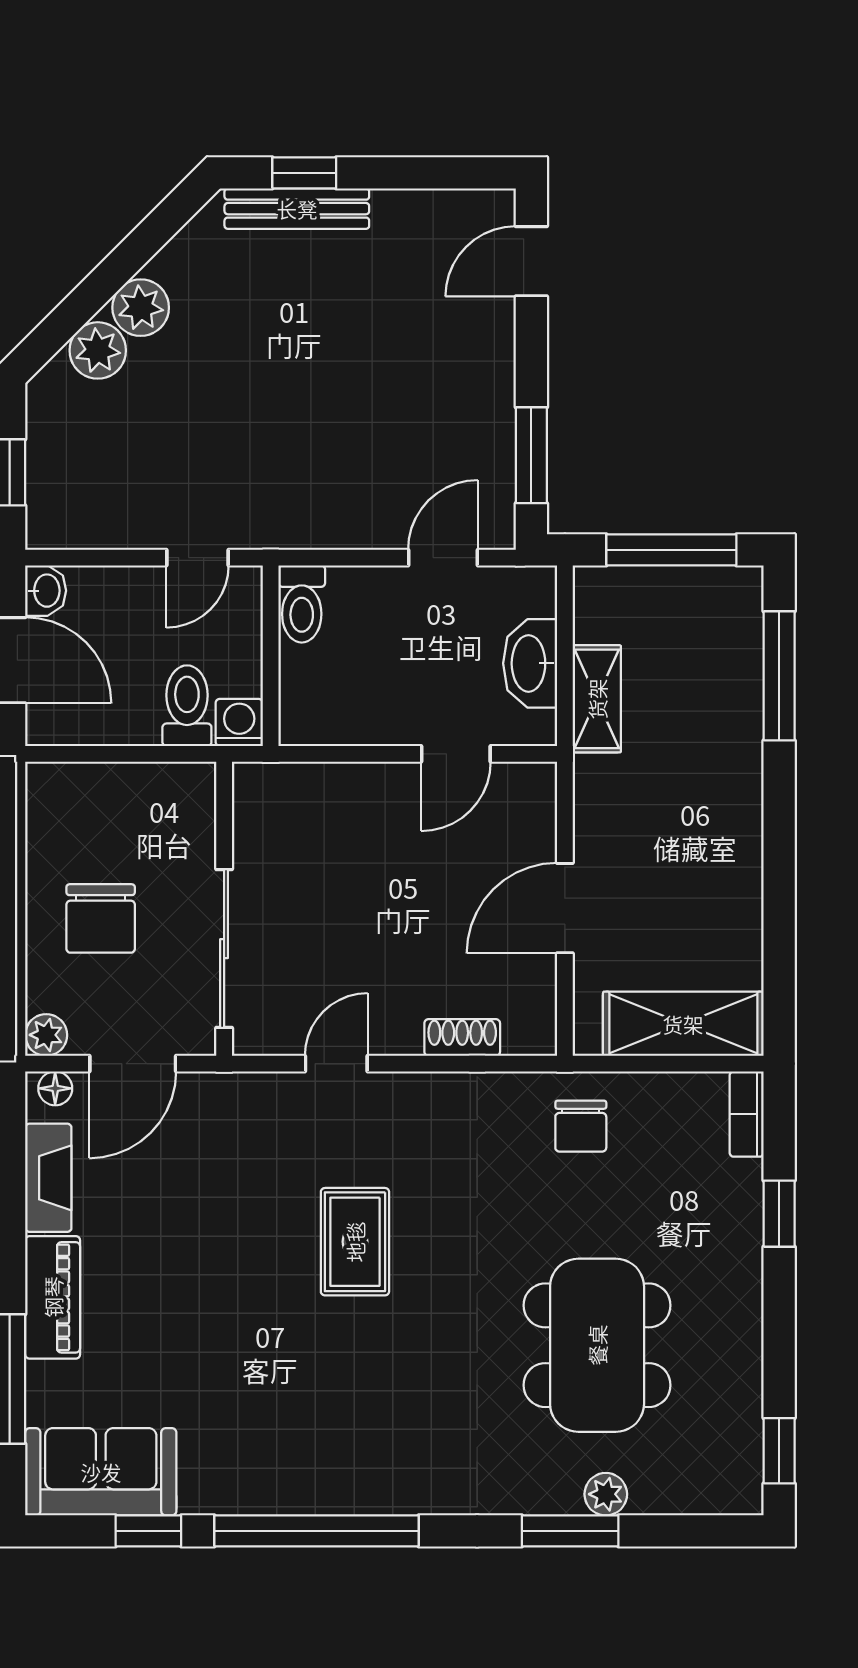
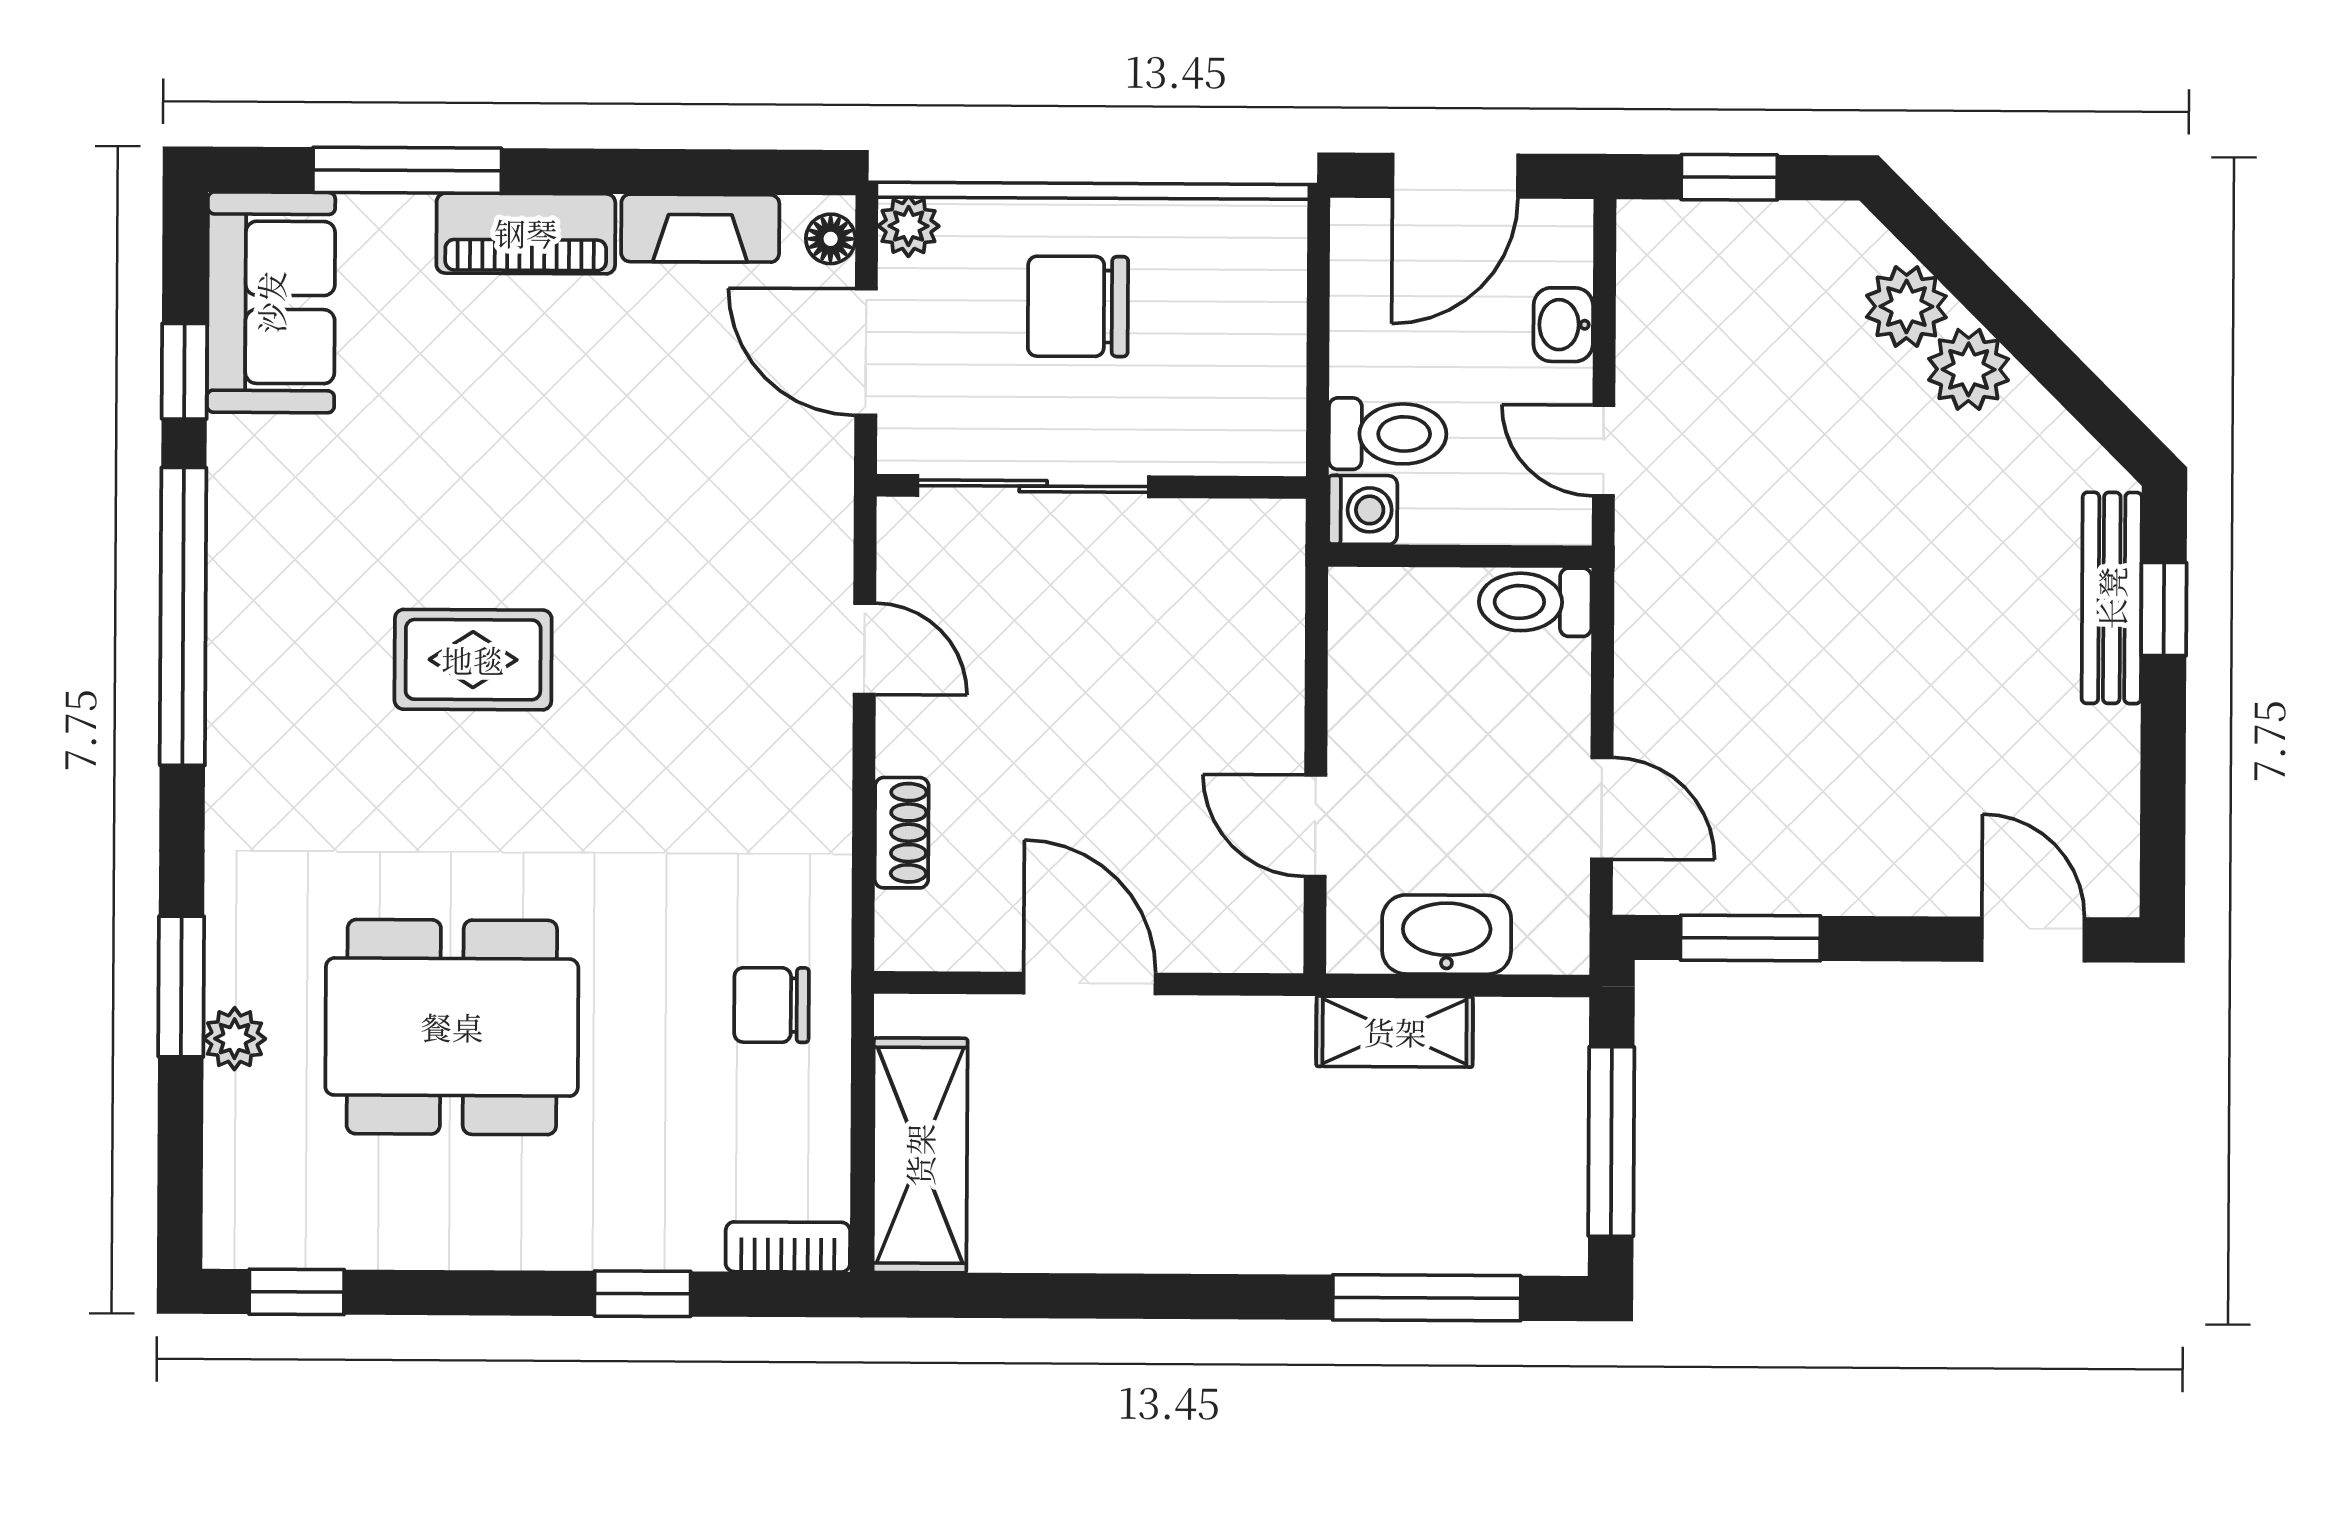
washbasin: (46, 591) -> (1563, 325), moved, turned 90
rug: (355, 1242) -> (473, 660), moved

